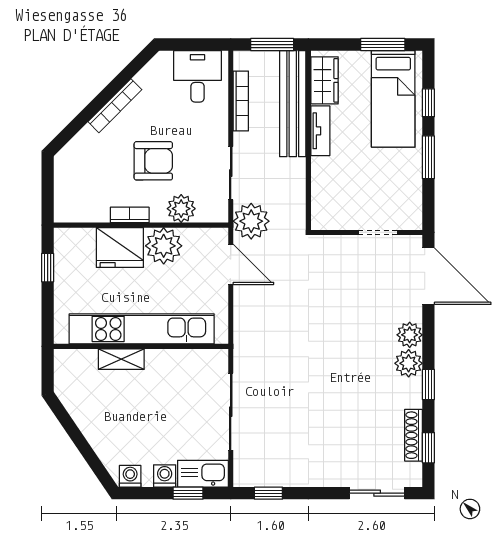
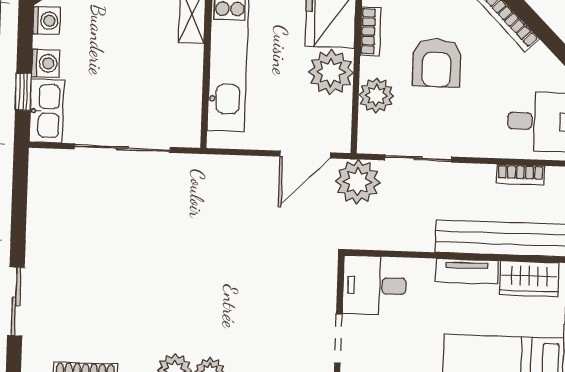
bookcase: (241, 101) -> (521, 175), width x0.64
desk: (334, 205) -> (375, 285), added
window: (268, 493) -> (20, 191), removed
sliding door: (377, 493) -> (16, 301), moved

